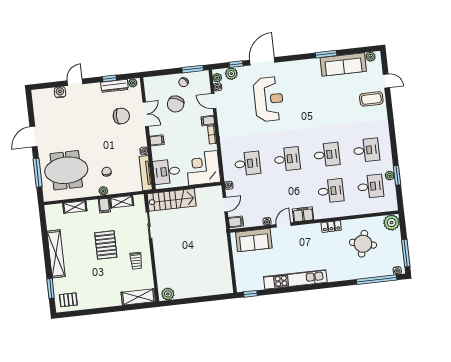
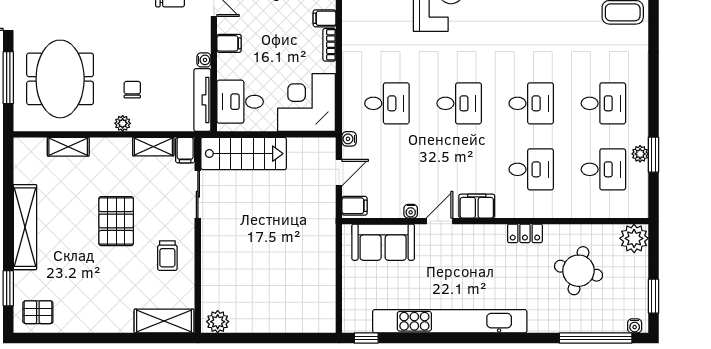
meeting table: (66, 170) -> (60, 79), turned 90
filing cabinet: (104, 206) -> (185, 150), moved
window: (406, 253) -> (653, 296), width x0.69
kitchen unit: (295, 279) -> (450, 321), width x1.36

